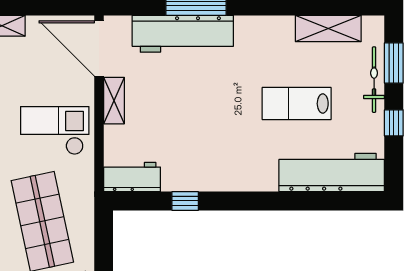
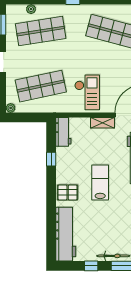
lab bench: (297, 104) -> (100, 183), moved
pallet: (250, 169) -> (68, 193), added

